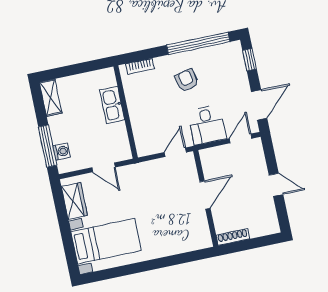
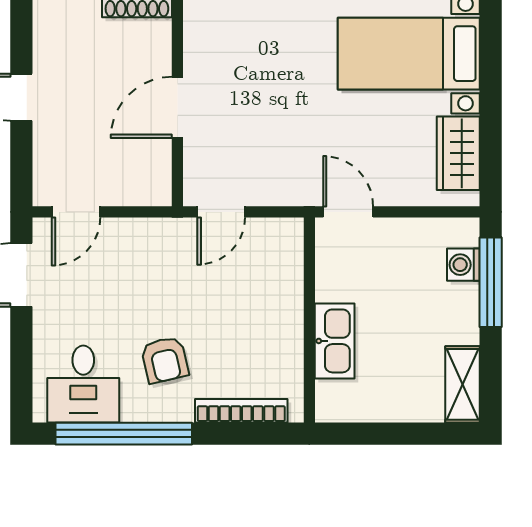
window: (250, 60) -> (21, 376), removed
bookcase: (140, 66) -> (241, 411), width x1.56
desk: (207, 125) -> (83, 384), moved, turned 180
door: (103, 167) -> (348, 212), moved

